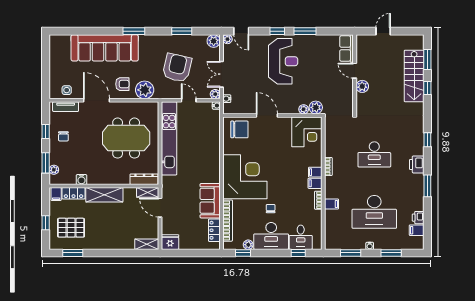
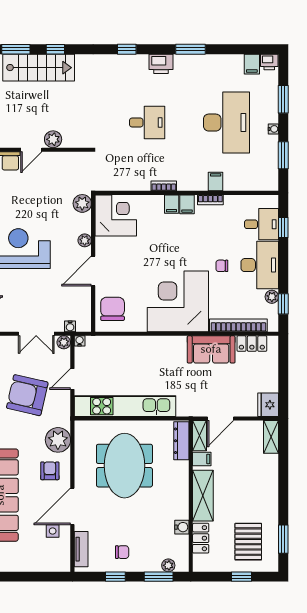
side table: (67, 90) -> (53, 531), moved
plant: (304, 109) -> (85, 240), moved
desk: (374, 154) -> (147, 123), width x0.73
filing cabinet: (56, 194) -> (202, 459), moved
printer: (418, 218) -> (269, 62), moved

